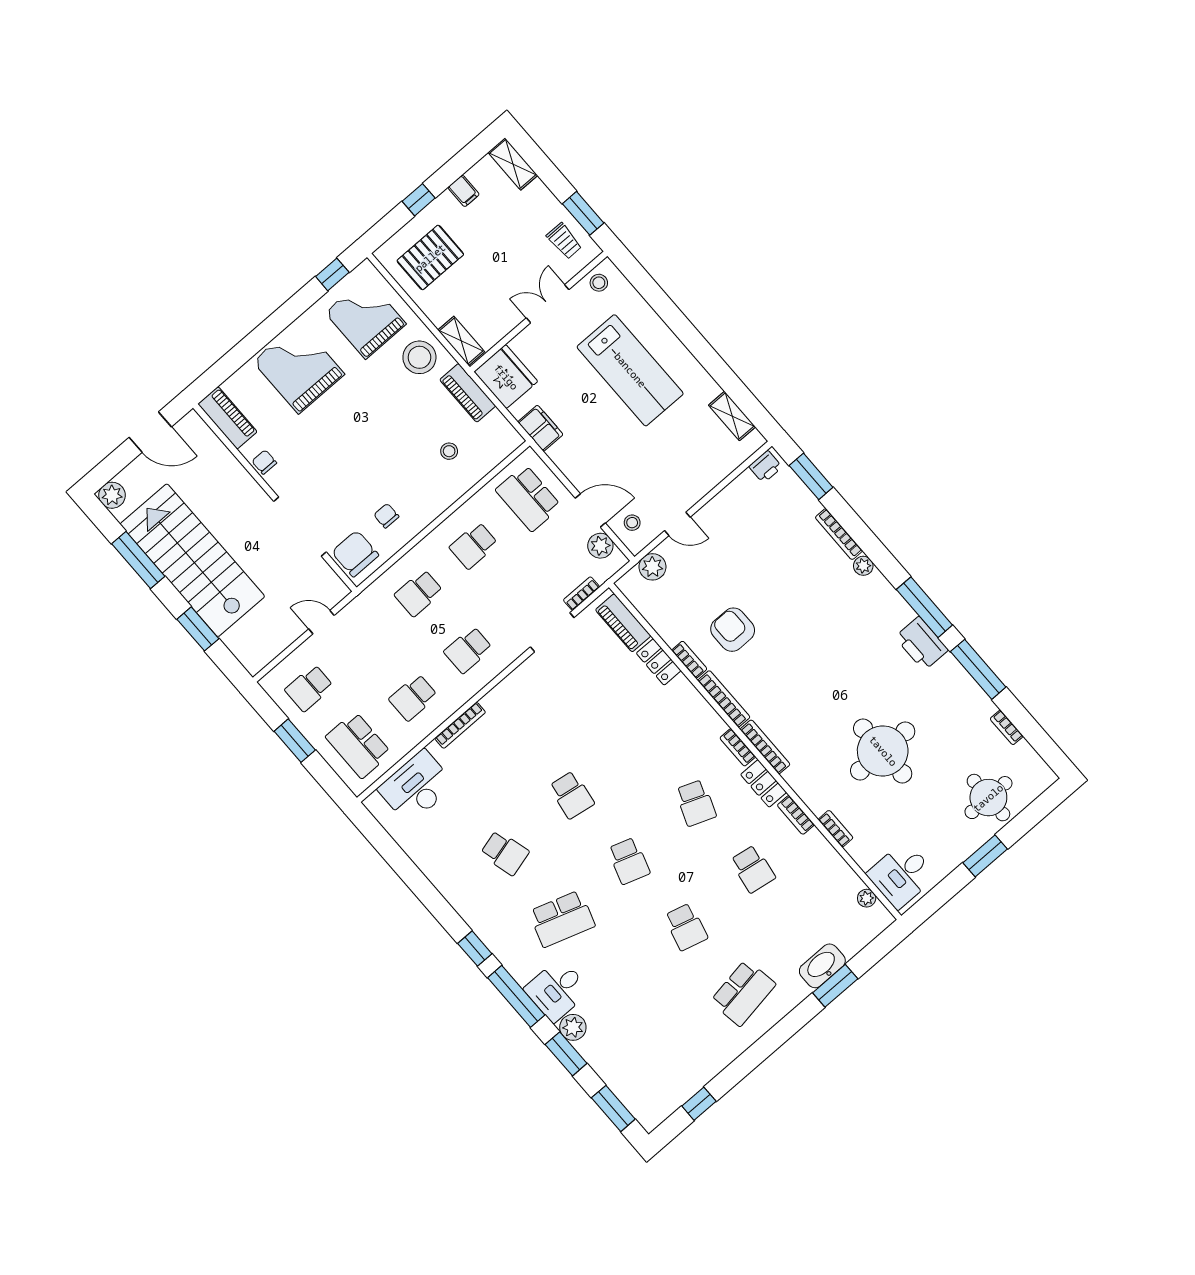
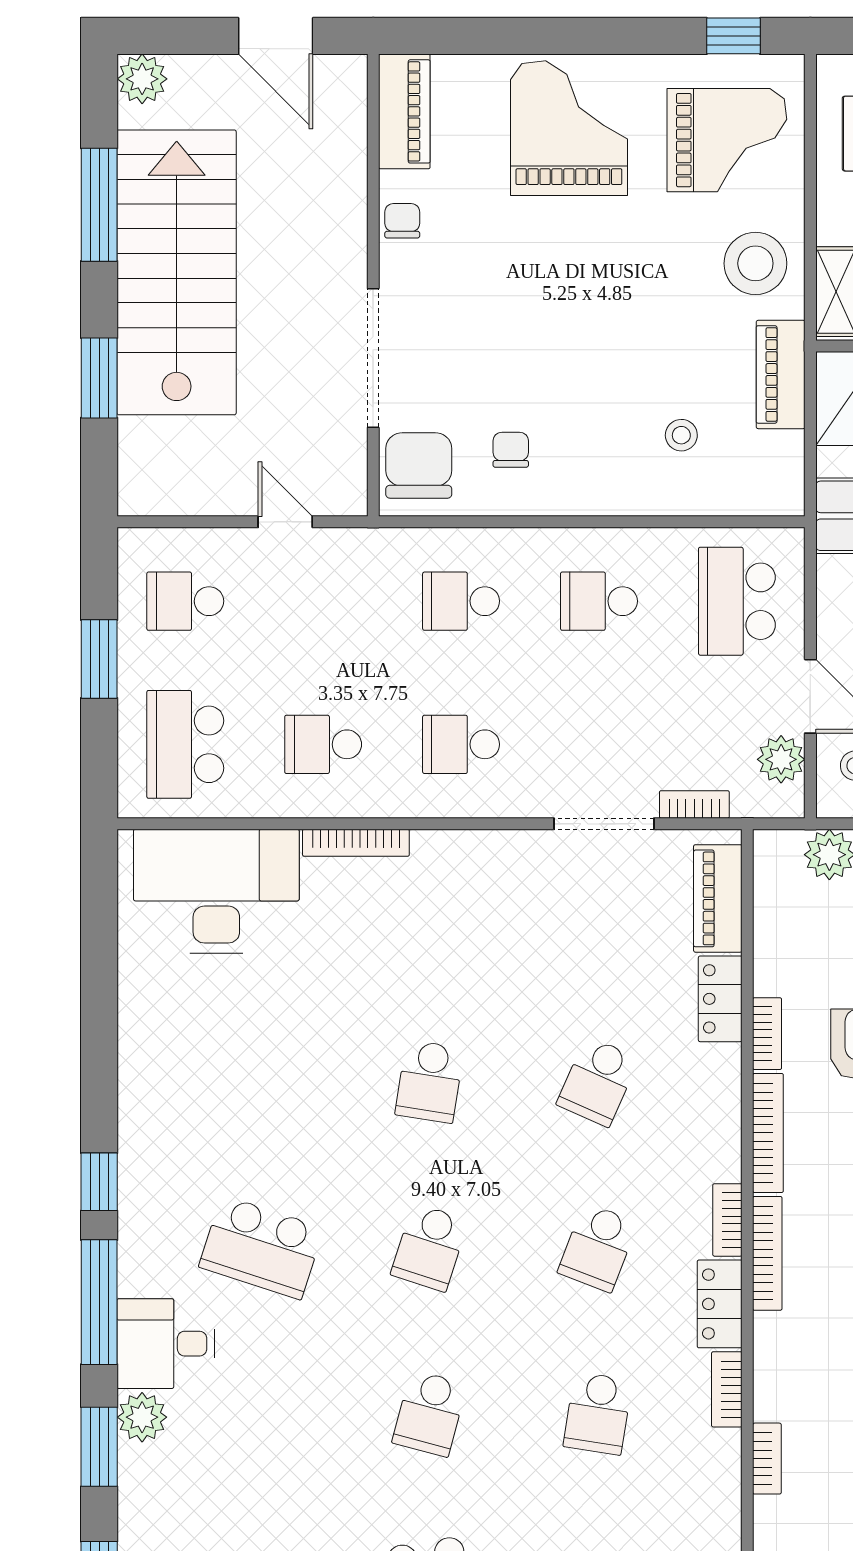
grand piano: (366, 318) -> (727, 140), turned 90
desk: (416, 787) -> (216, 891), width x1.36, depth x1.30
school desk: (505, 853) -> (598, 1081), moved, turned 39

